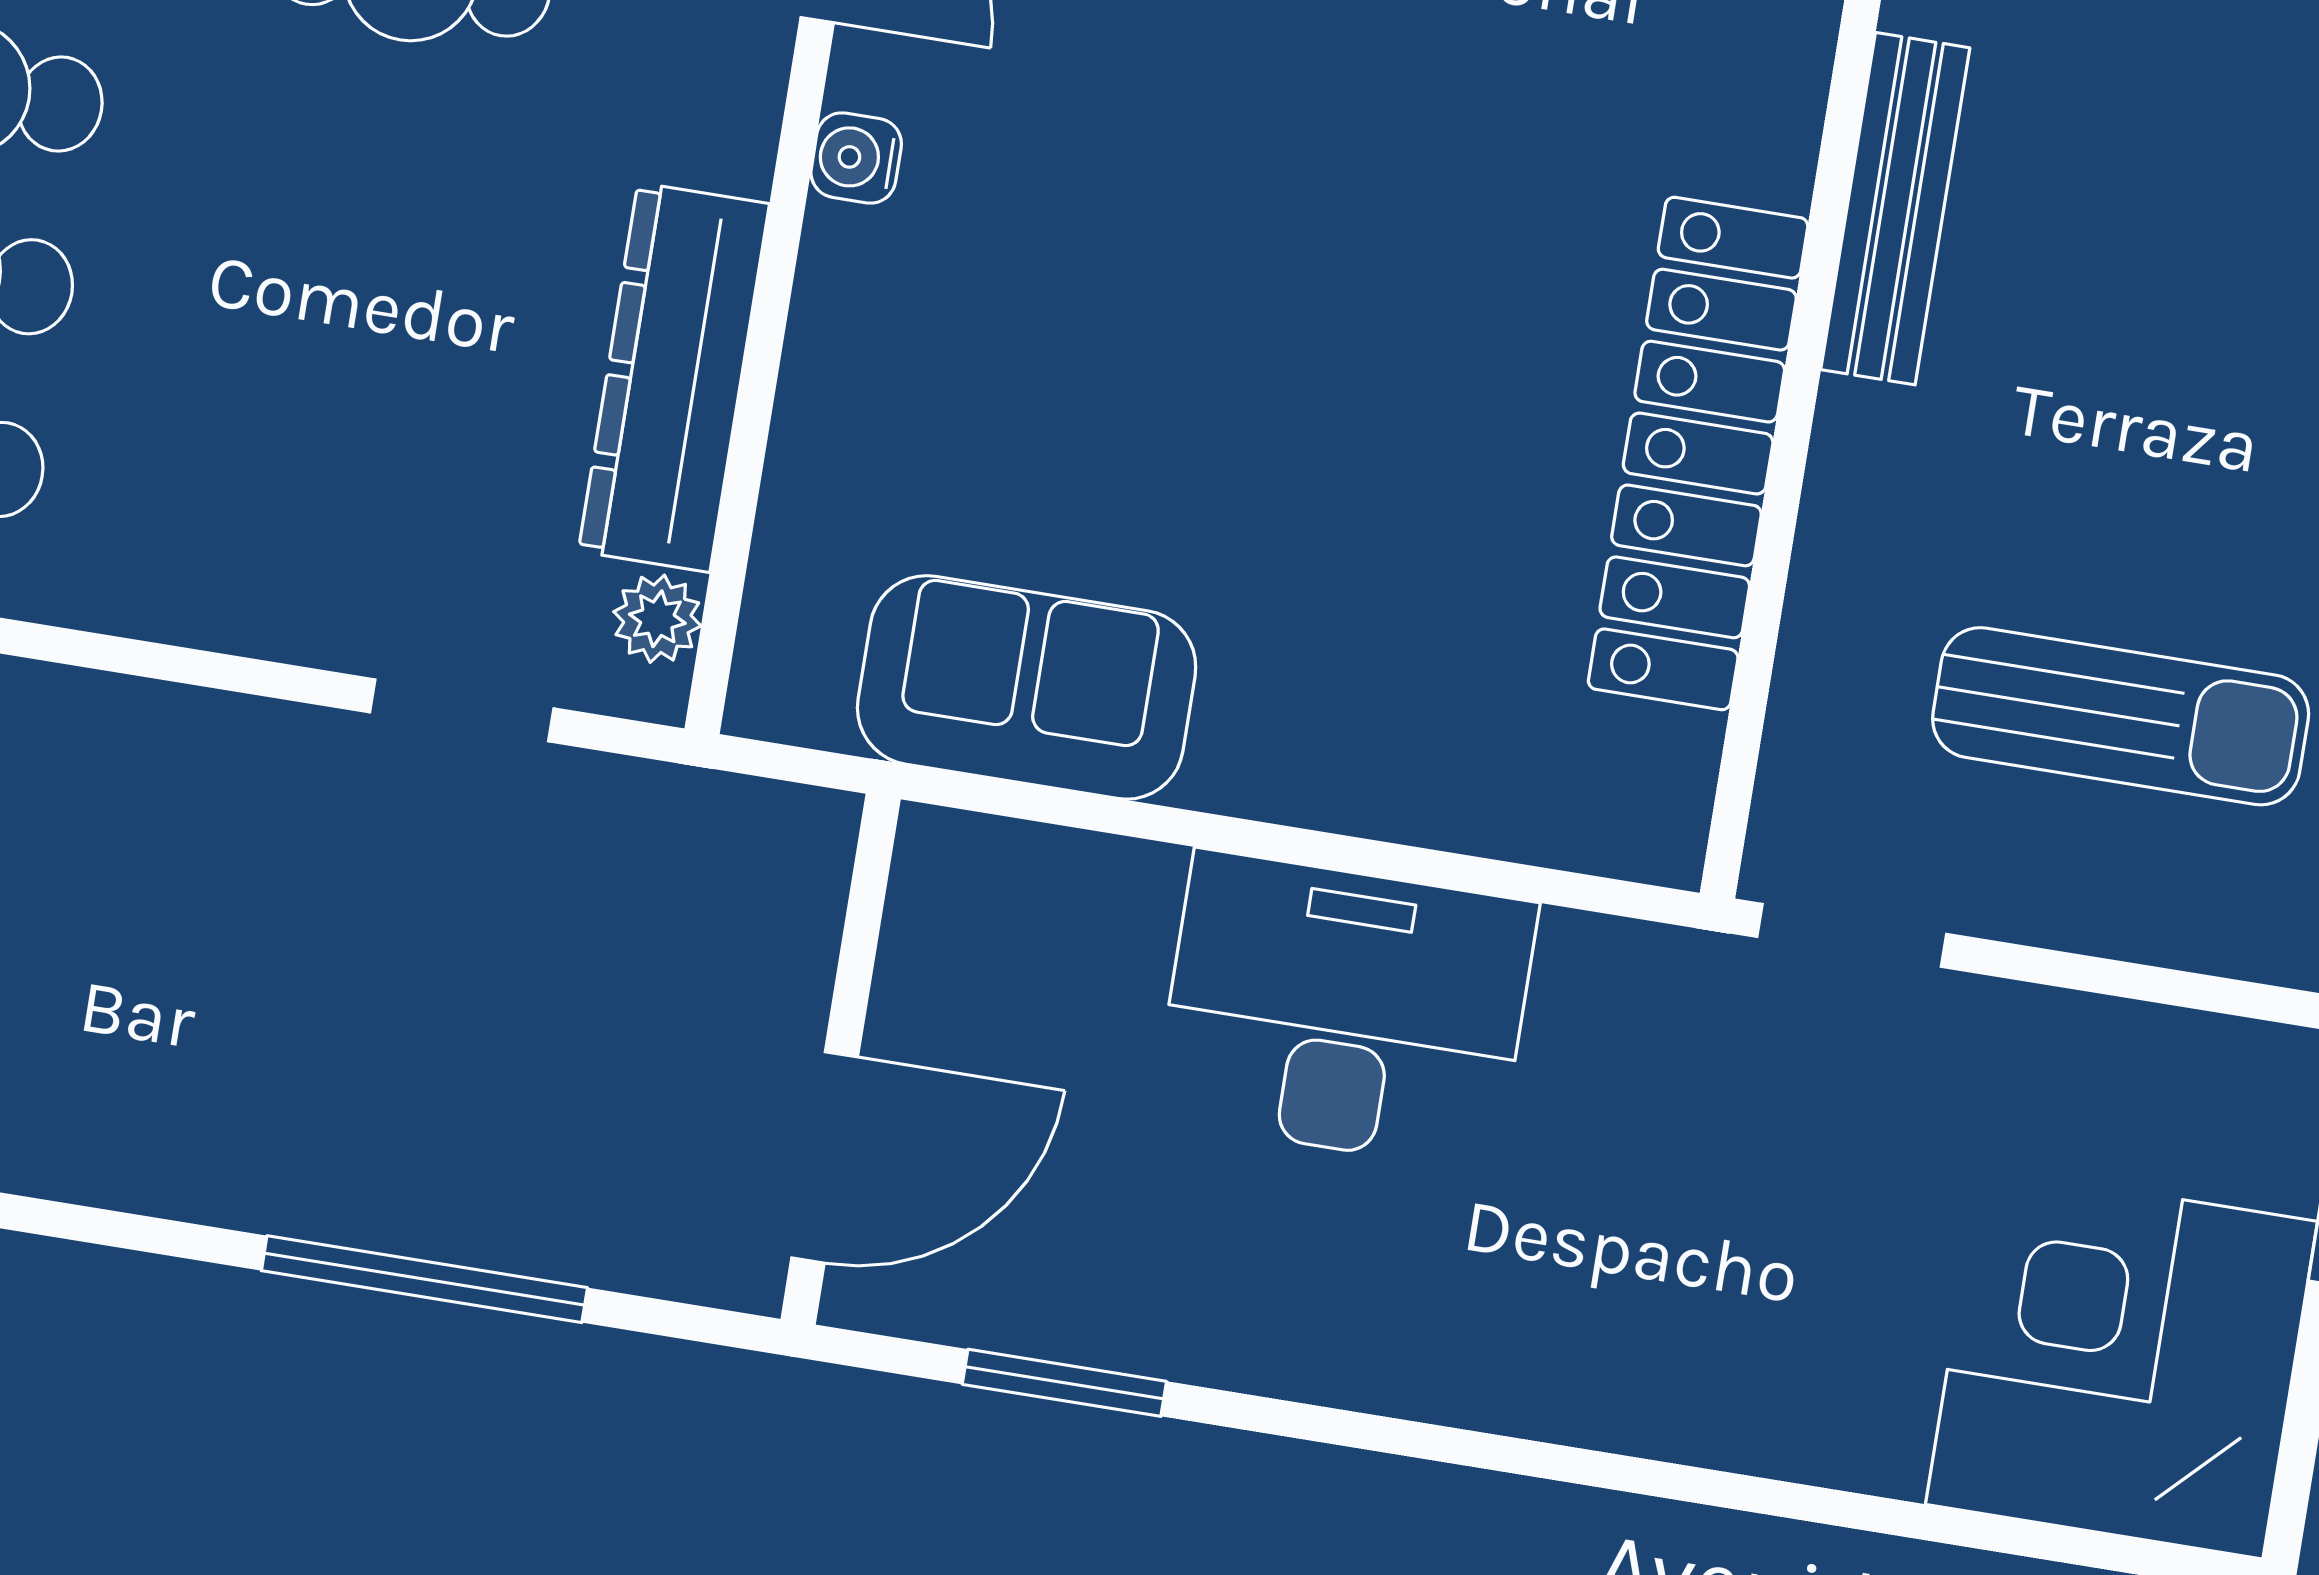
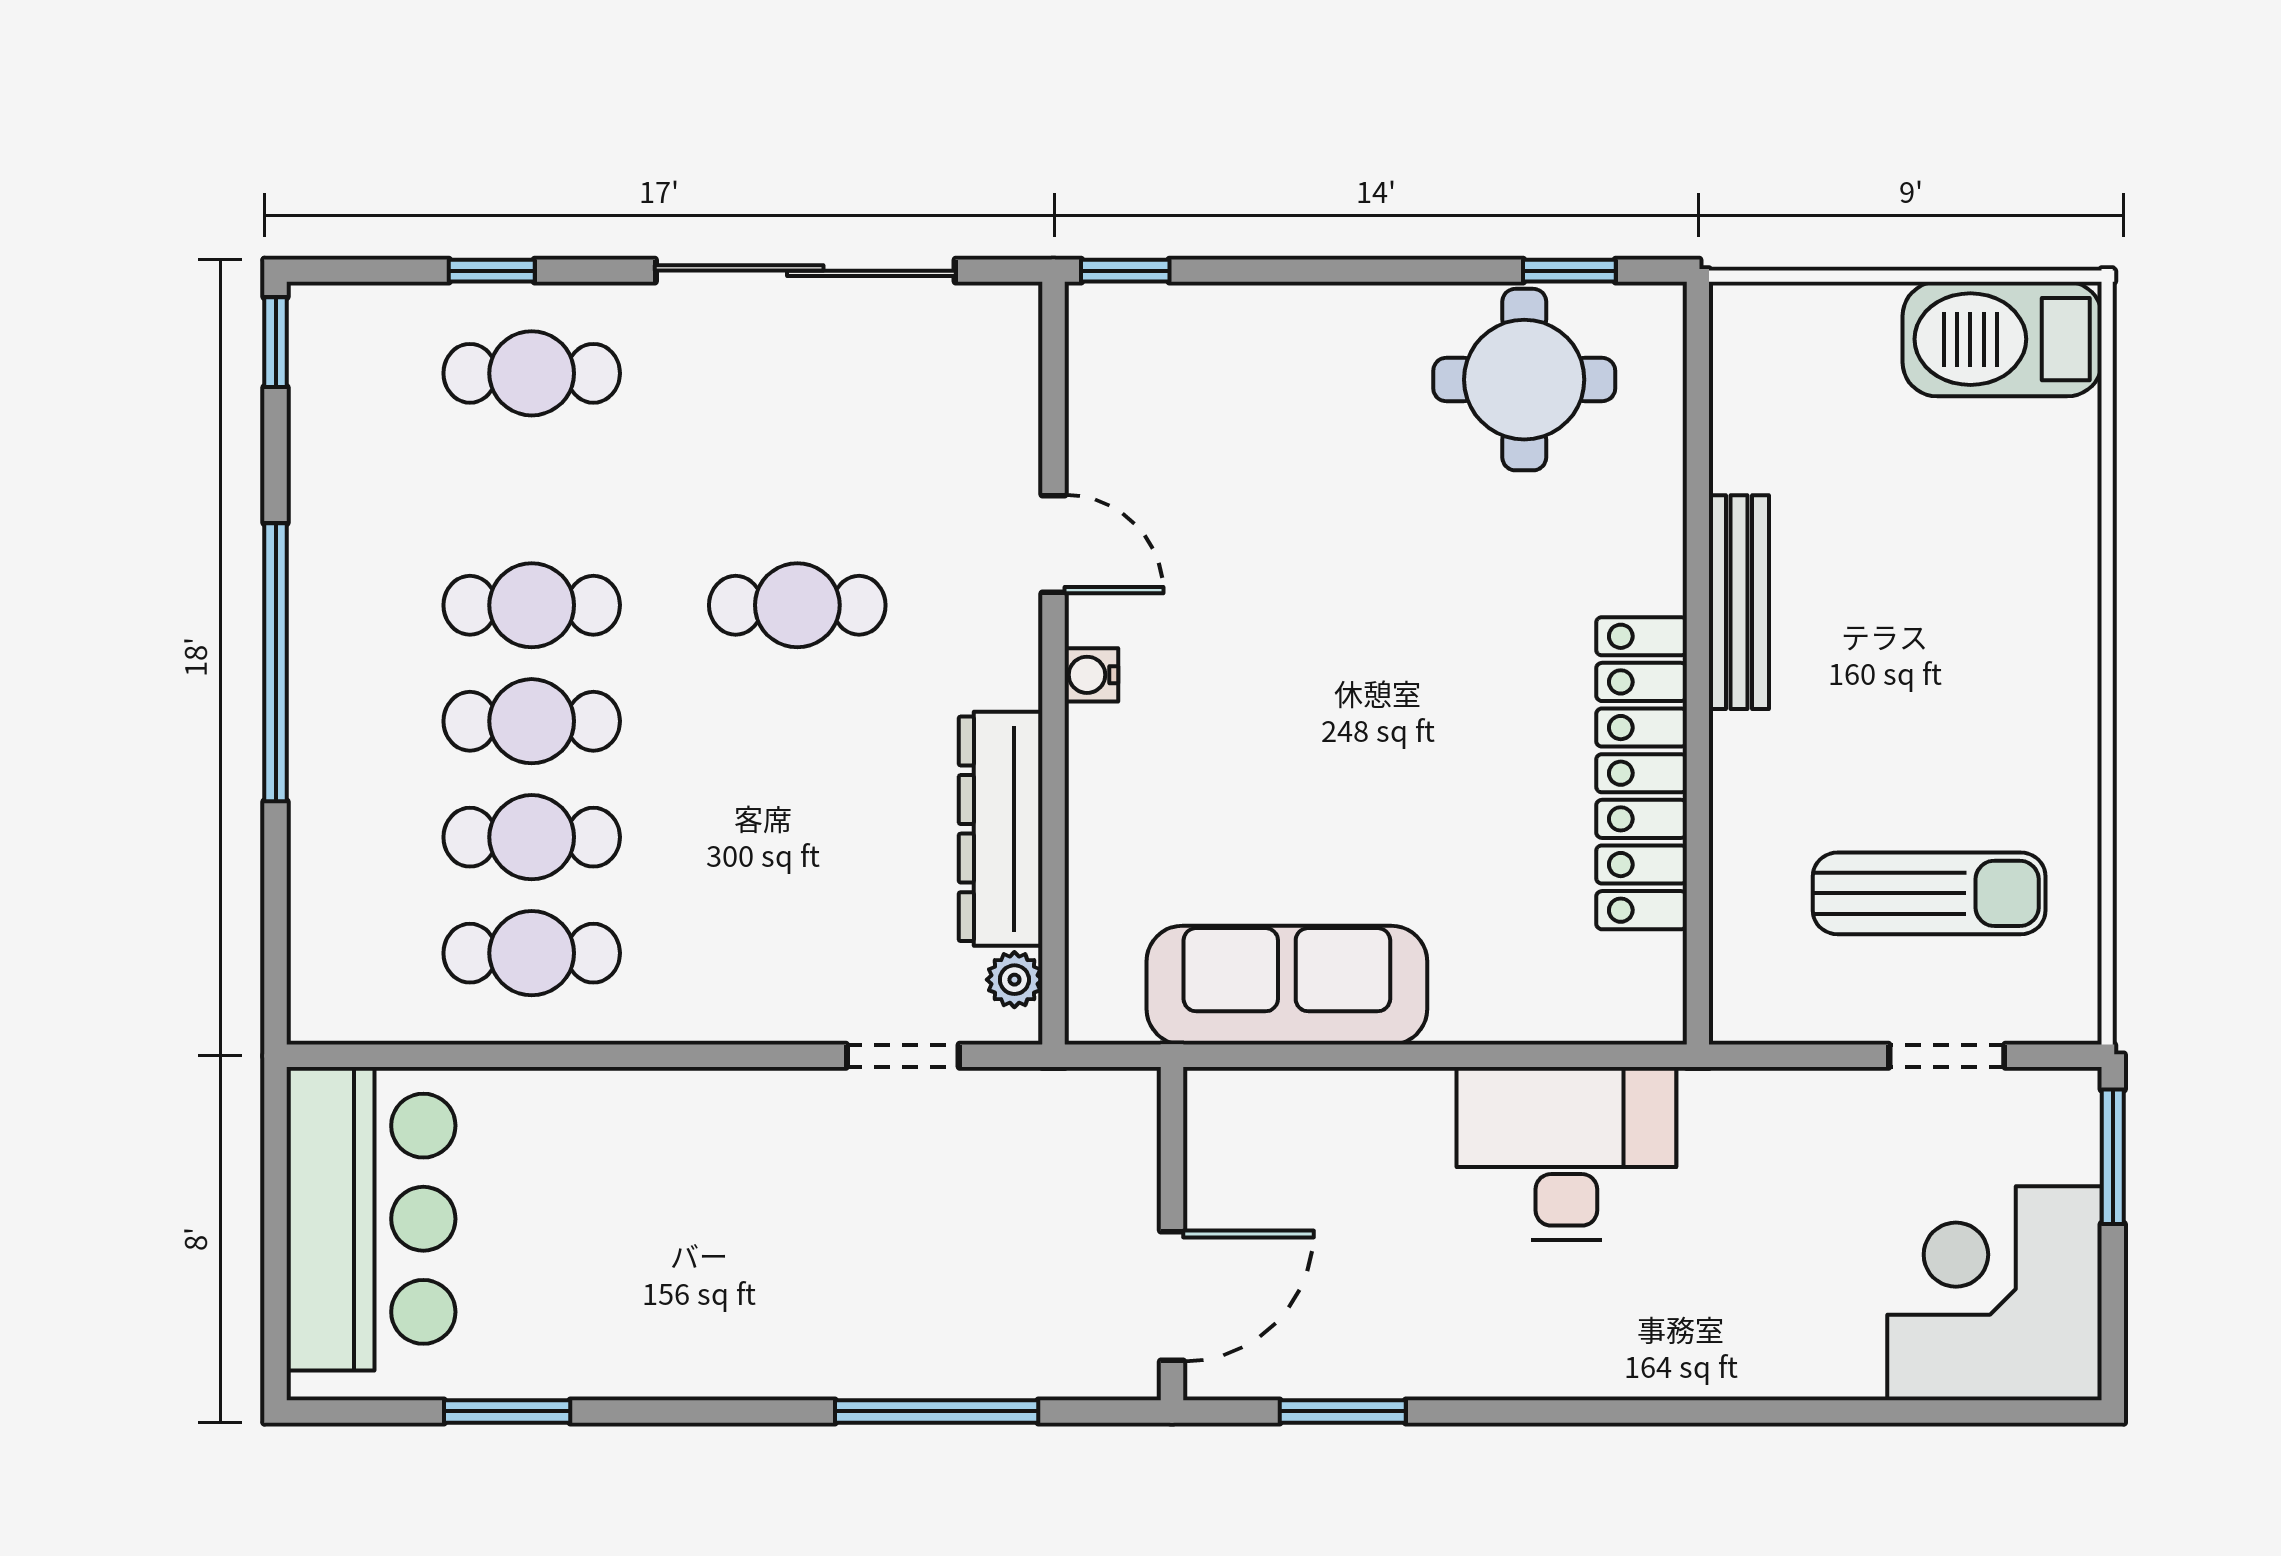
sofa: (1027, 687) -> (1287, 985), width x1.36
doorway: (1852, 935) -> (1947, 1056), moved
desk: (1345, 1011) -> (1566, 1153), moved

